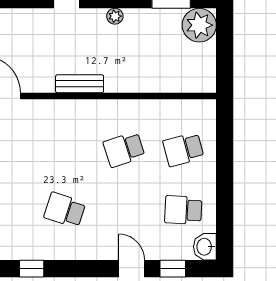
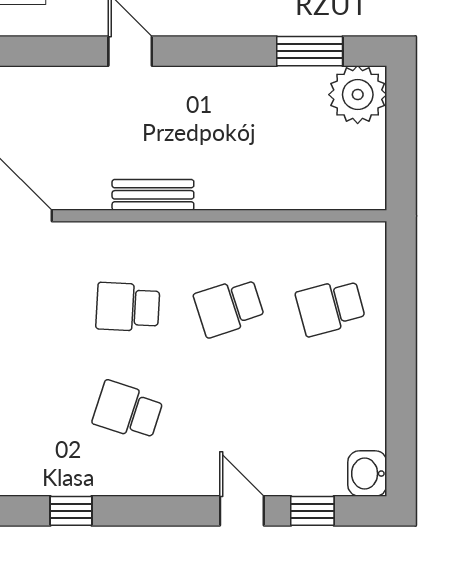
plant: (115, 16) -> (213, 79), removed
school desk: (183, 210) -> (128, 307), moved

